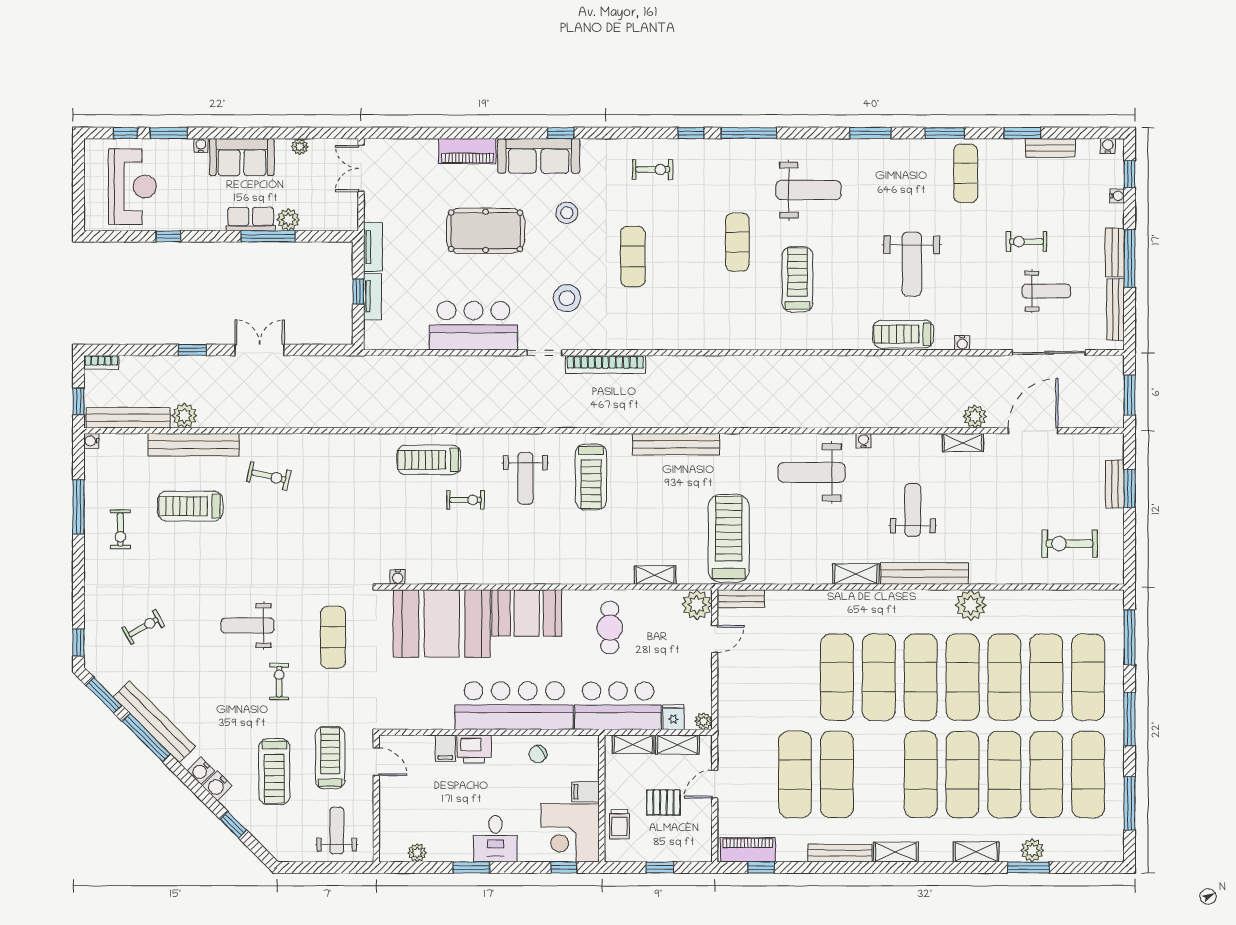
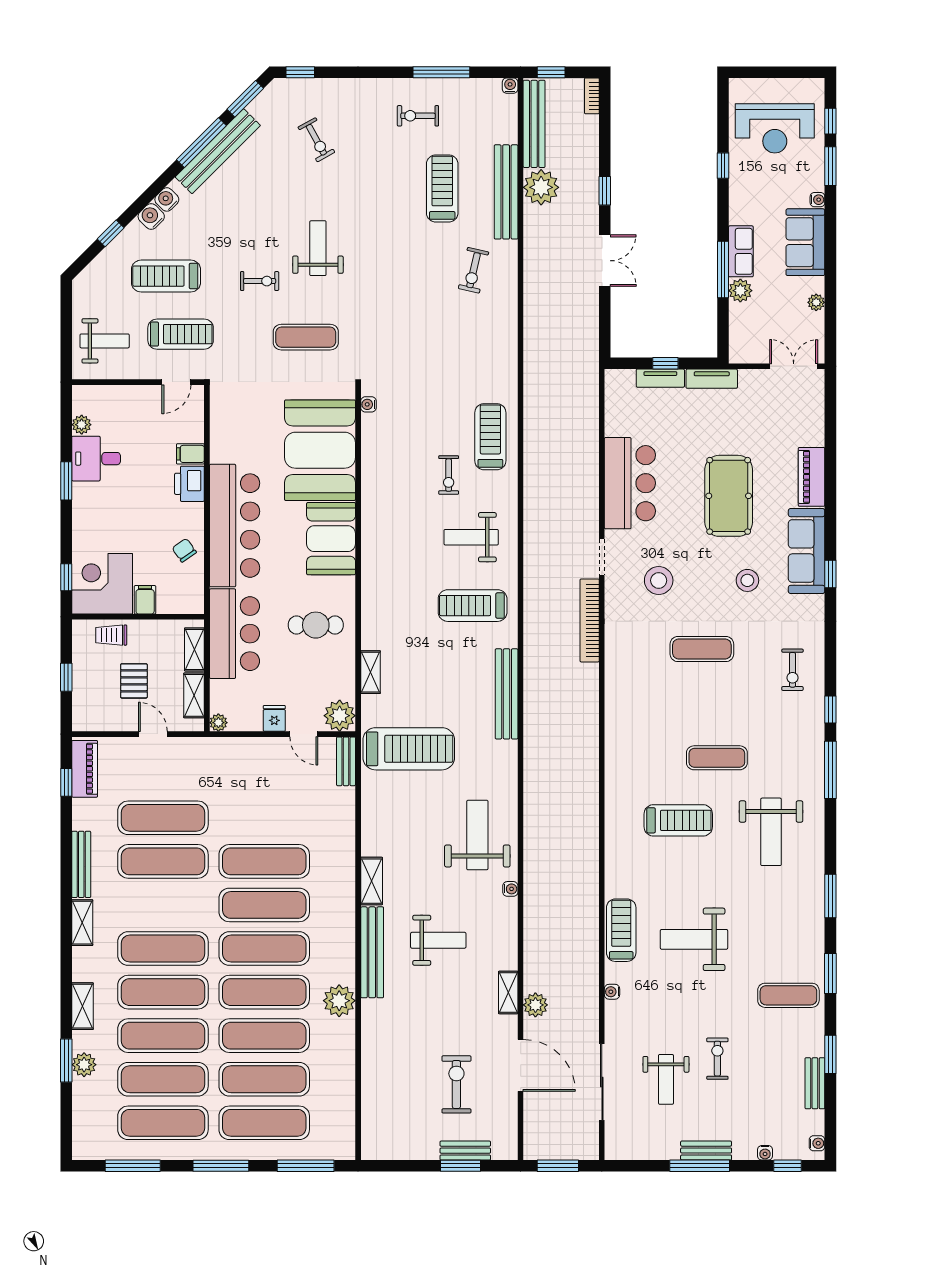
bench: (1115, 310) -> (647, 1151), removed
plant: (184, 416) -> (541, 187), width x1.36, depth x1.36
exercise bike: (1070, 544) -> (456, 1084), moved
fridge: (673, 717) -> (274, 718), moved, turned -90
desk: (495, 839) -> (96, 459), moved

